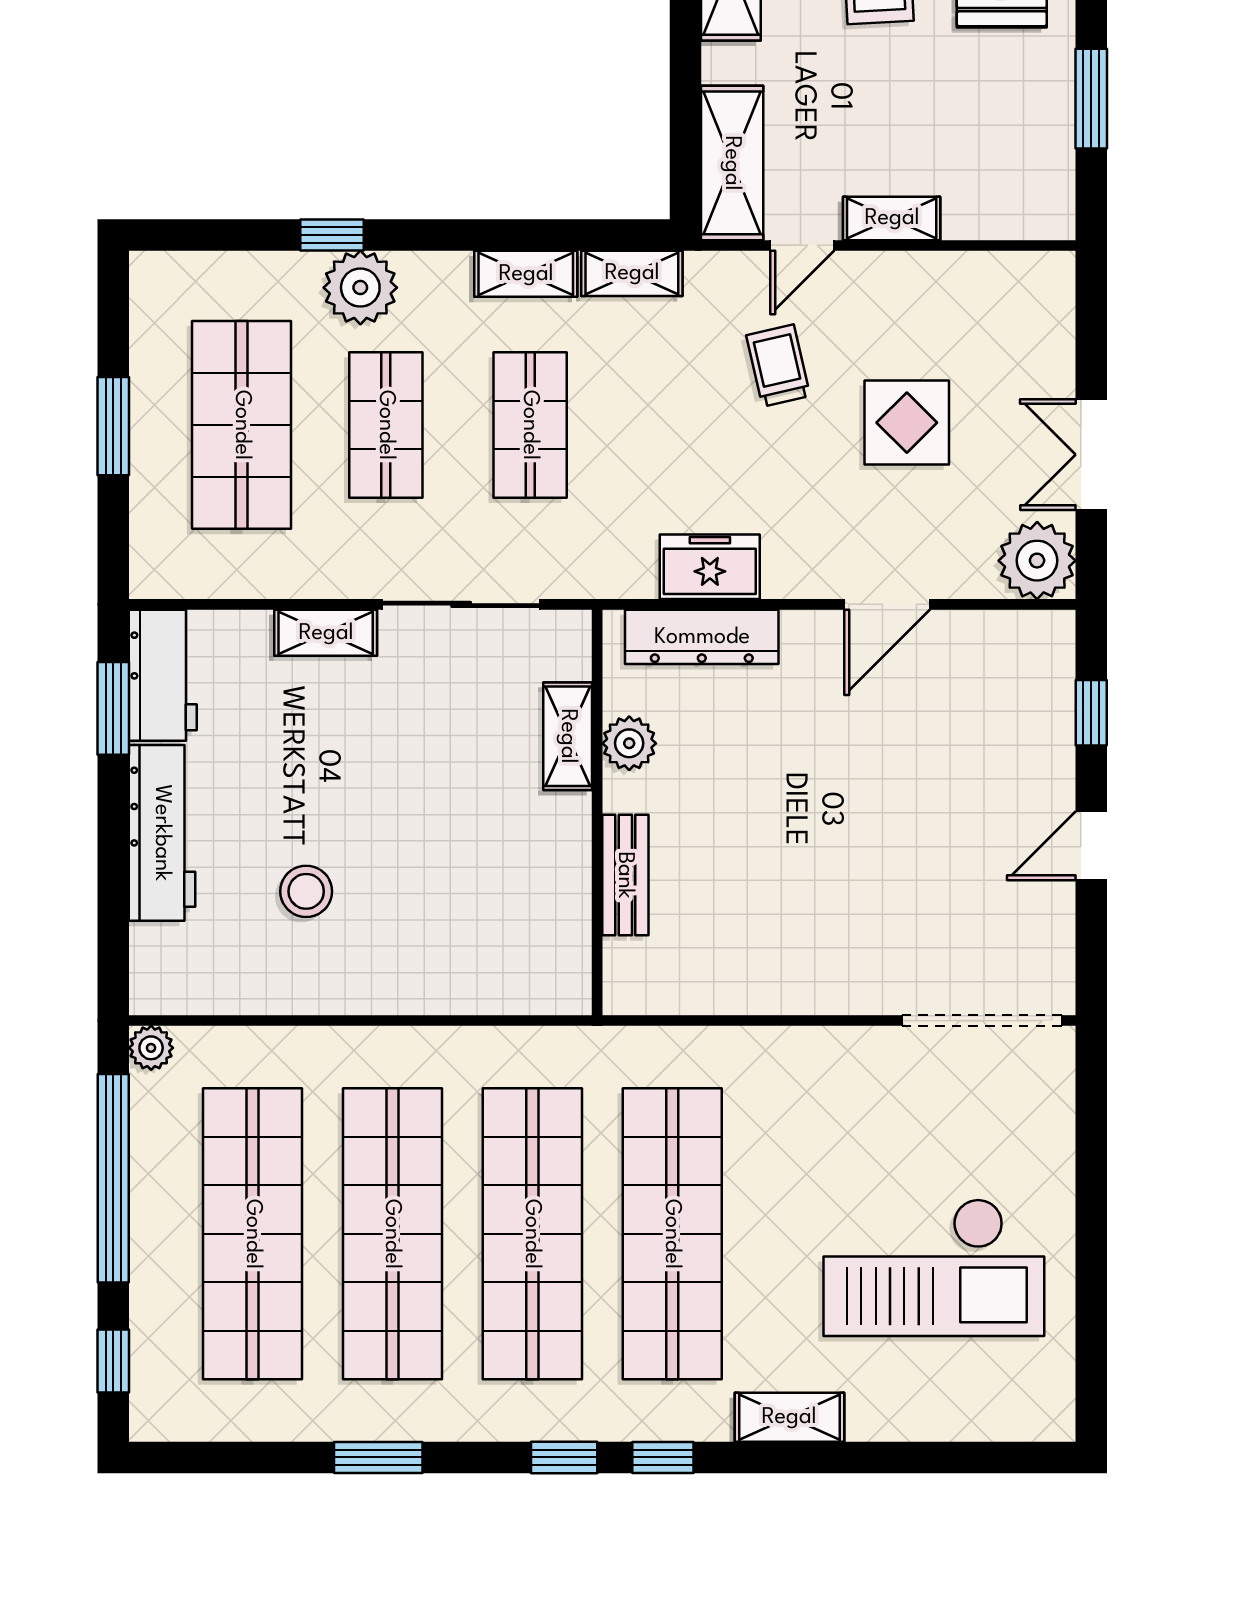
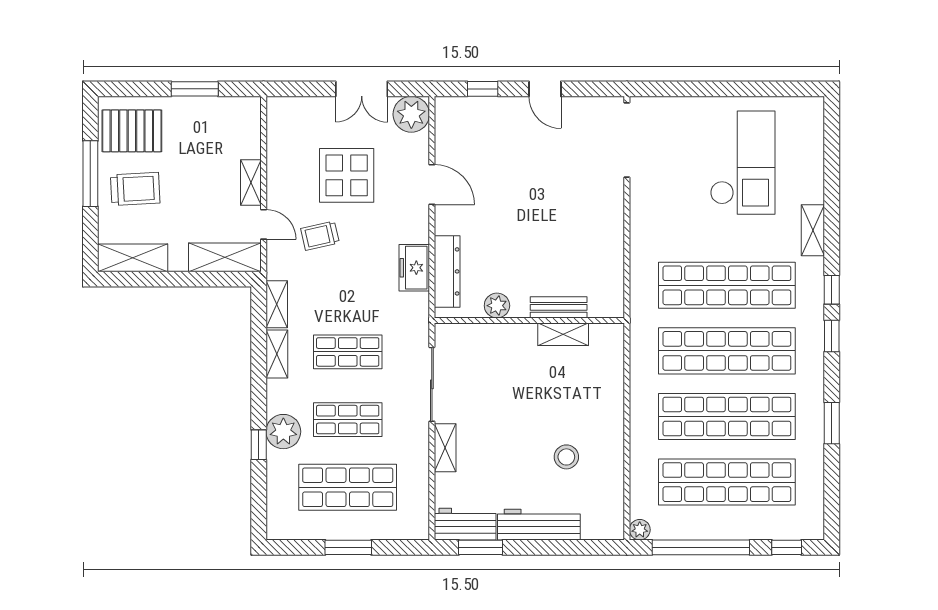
display table: (907, 423) -> (347, 175), width x1.36, depth x1.36
shelving: (568, 736) -> (563, 334), moved

